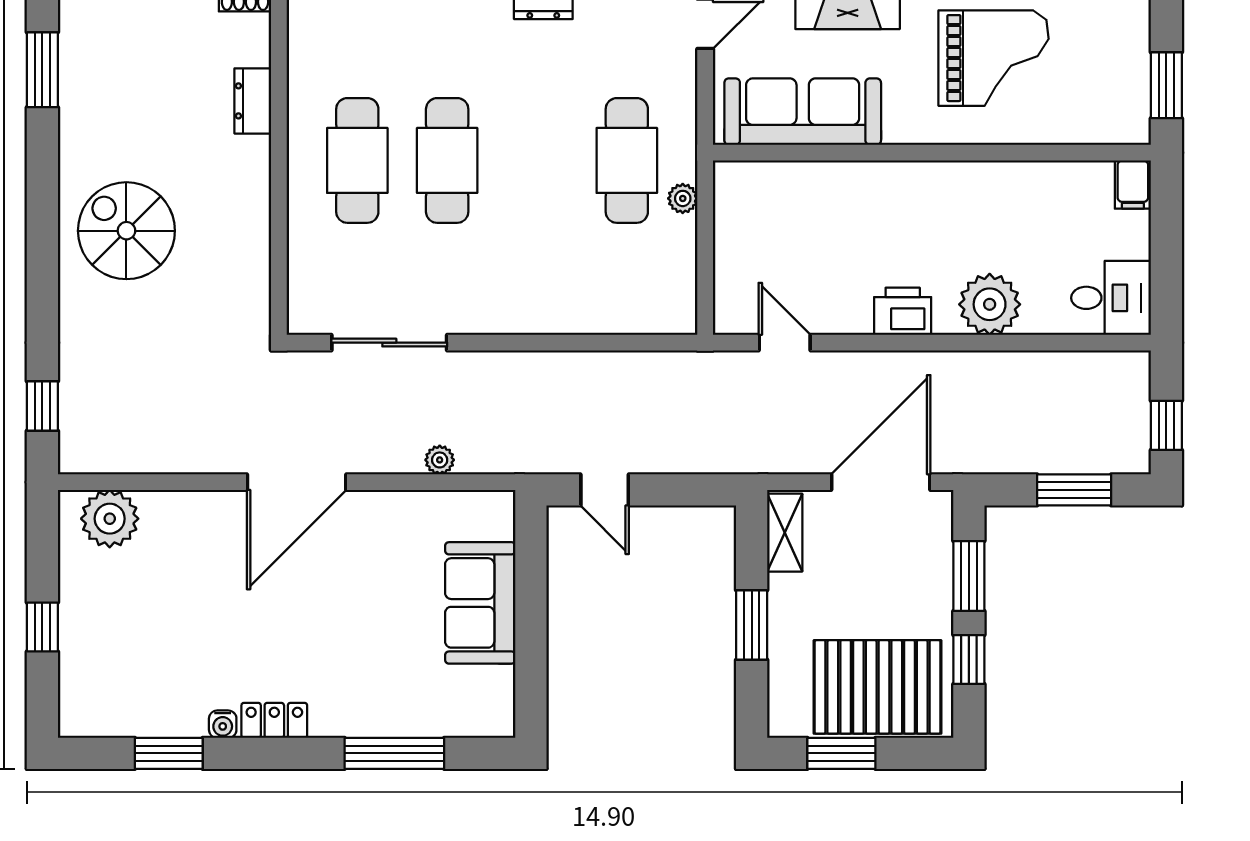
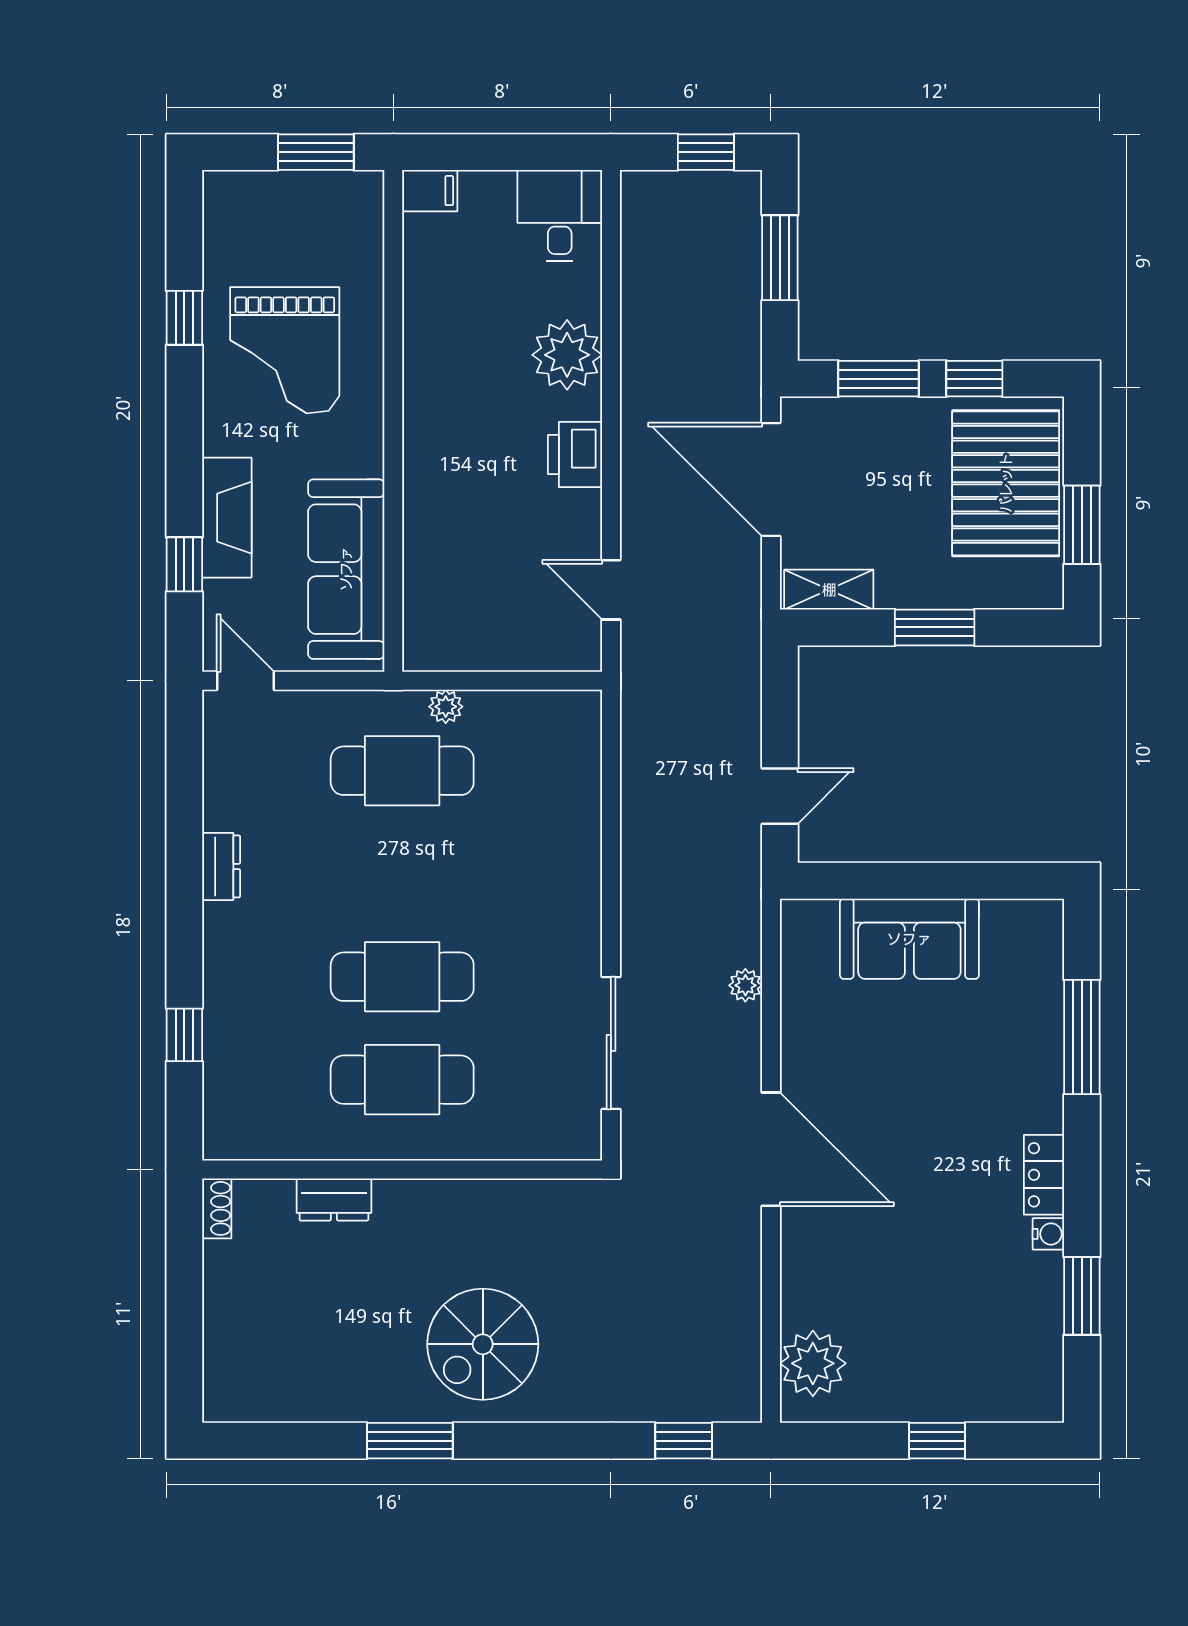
grand piano: (994, 58) -> (285, 350), turned 180
window: (42, 70) -> (410, 1441), moved
door: (785, 343) -> (611, 590), hinge flipped

